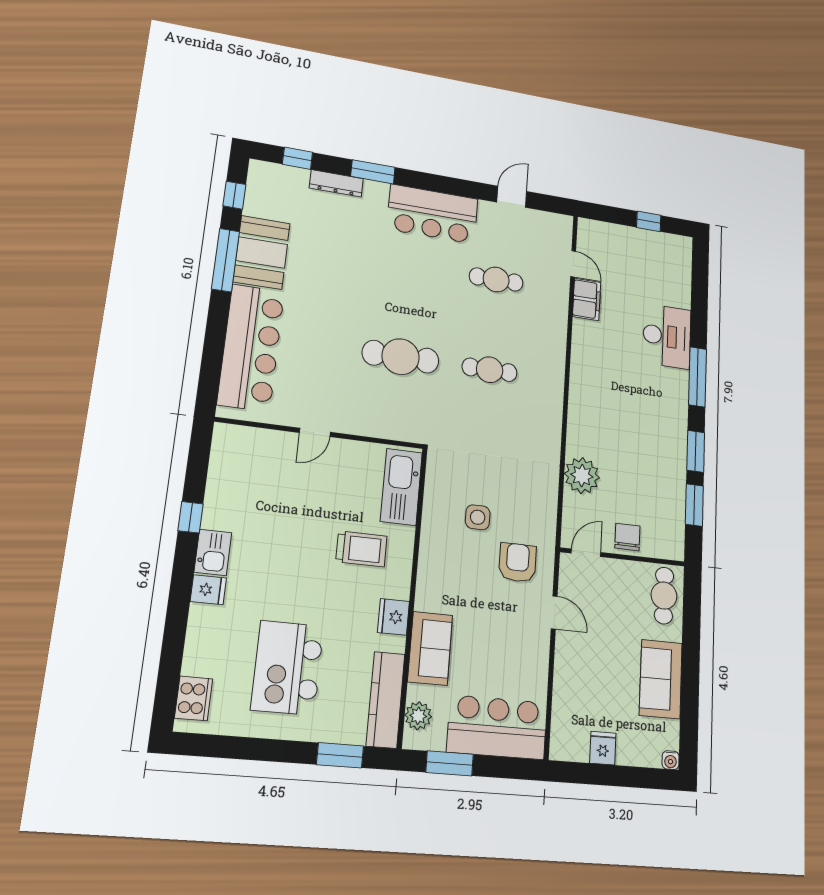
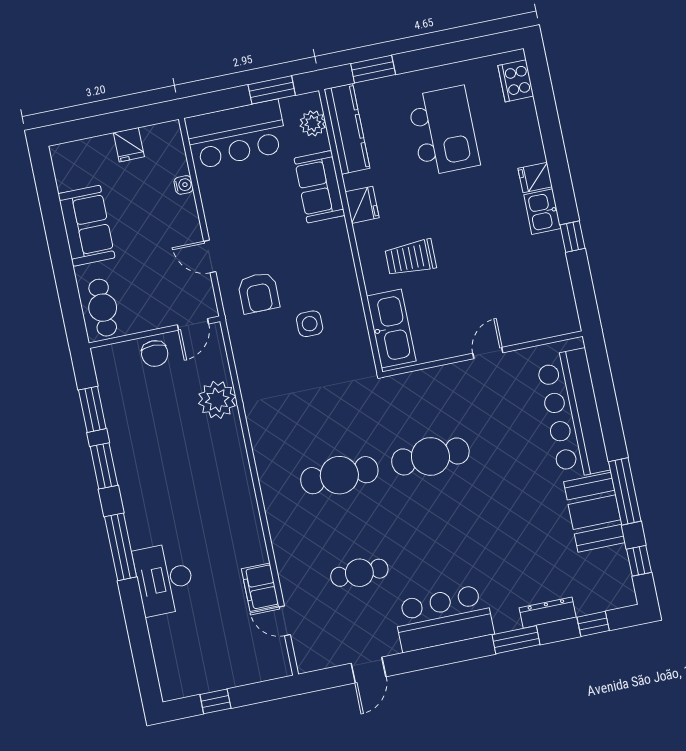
cafe table: (490, 370) -> (339, 475), width x1.37, depth x1.35
water cooler: (671, 760) -> (184, 185), moved, turned 90

